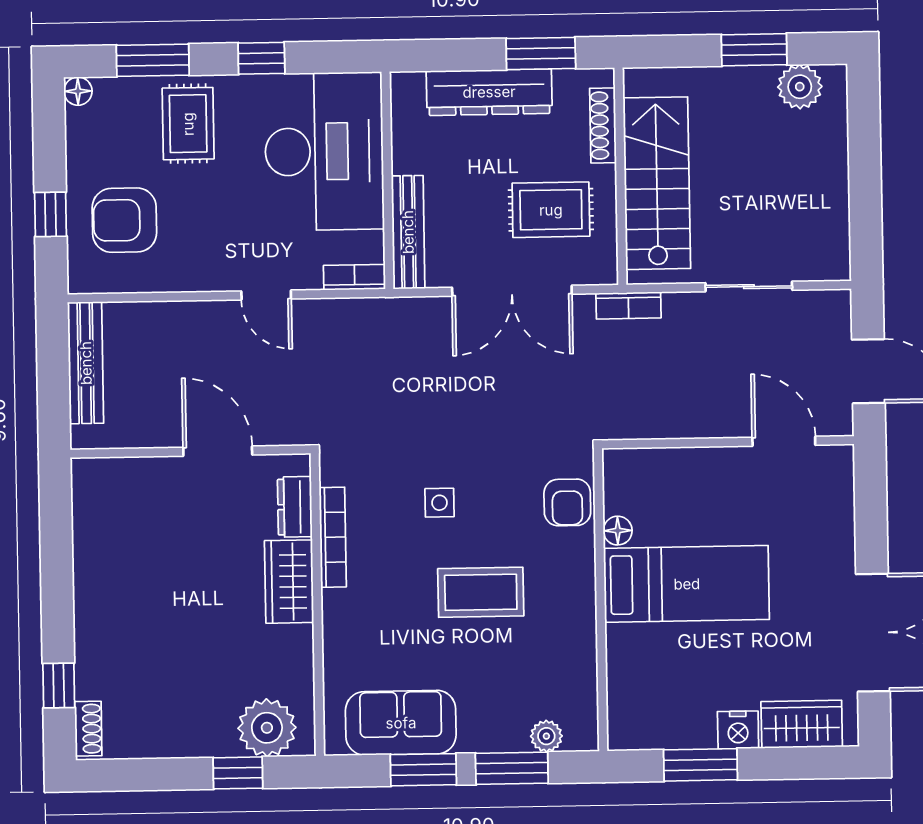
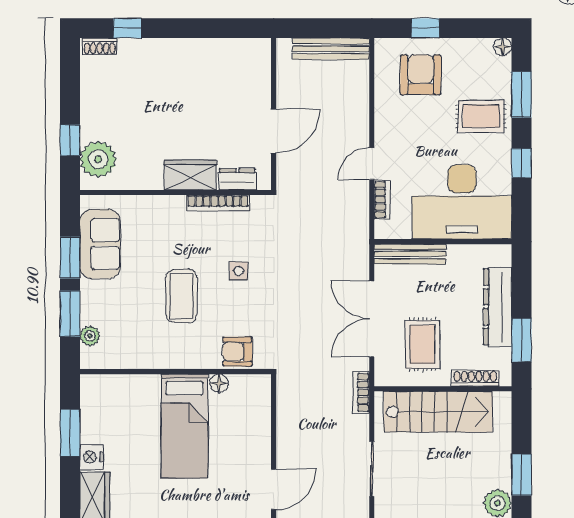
bookcase: (355, 277) -> (382, 200), moved

